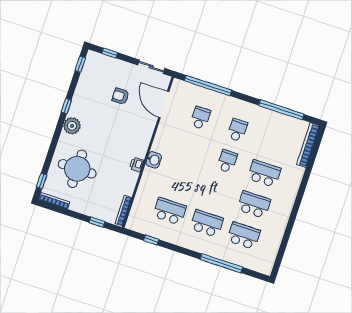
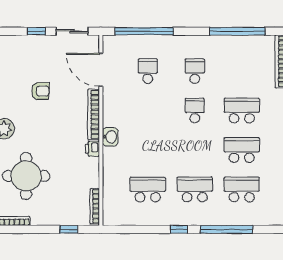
window: (110, 53) -> (36, 31), moved
armchair: (120, 96) -> (40, 91), moved, turned 180
bookcase: (146, 138) -> (94, 114), added
window: (151, 240) -> (179, 229), moved

